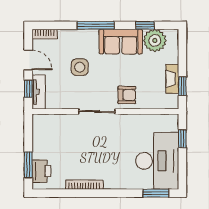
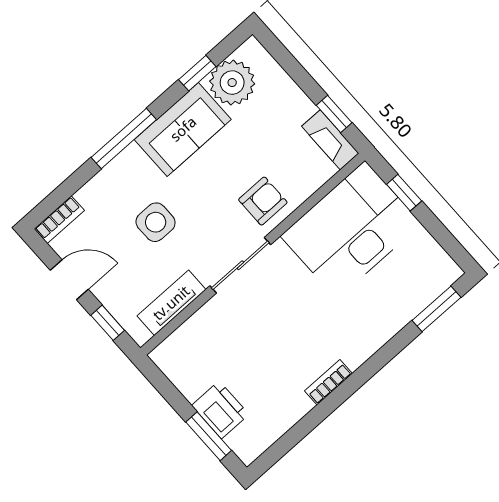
fireplace: (172, 79) -> (330, 140), moved
tv unit: (39, 92) -> (171, 303), moved, turned -90
desk: (157, 161) -> (351, 230), moved, turned -90
printer: (41, 171) -> (220, 410), moved
bookcase: (84, 185) -> (329, 382), width x0.64

